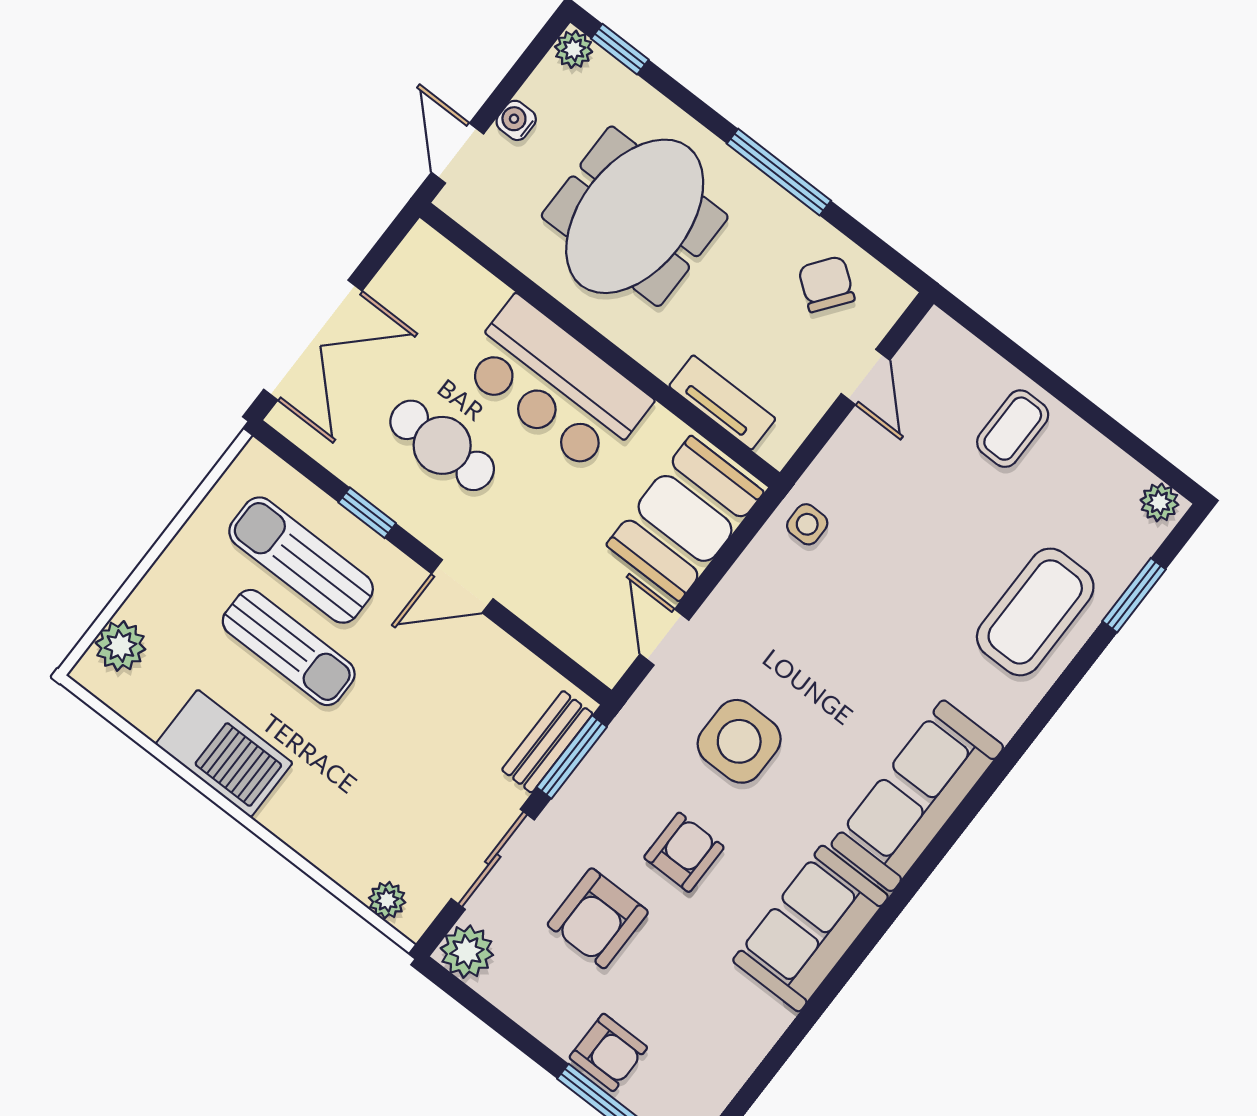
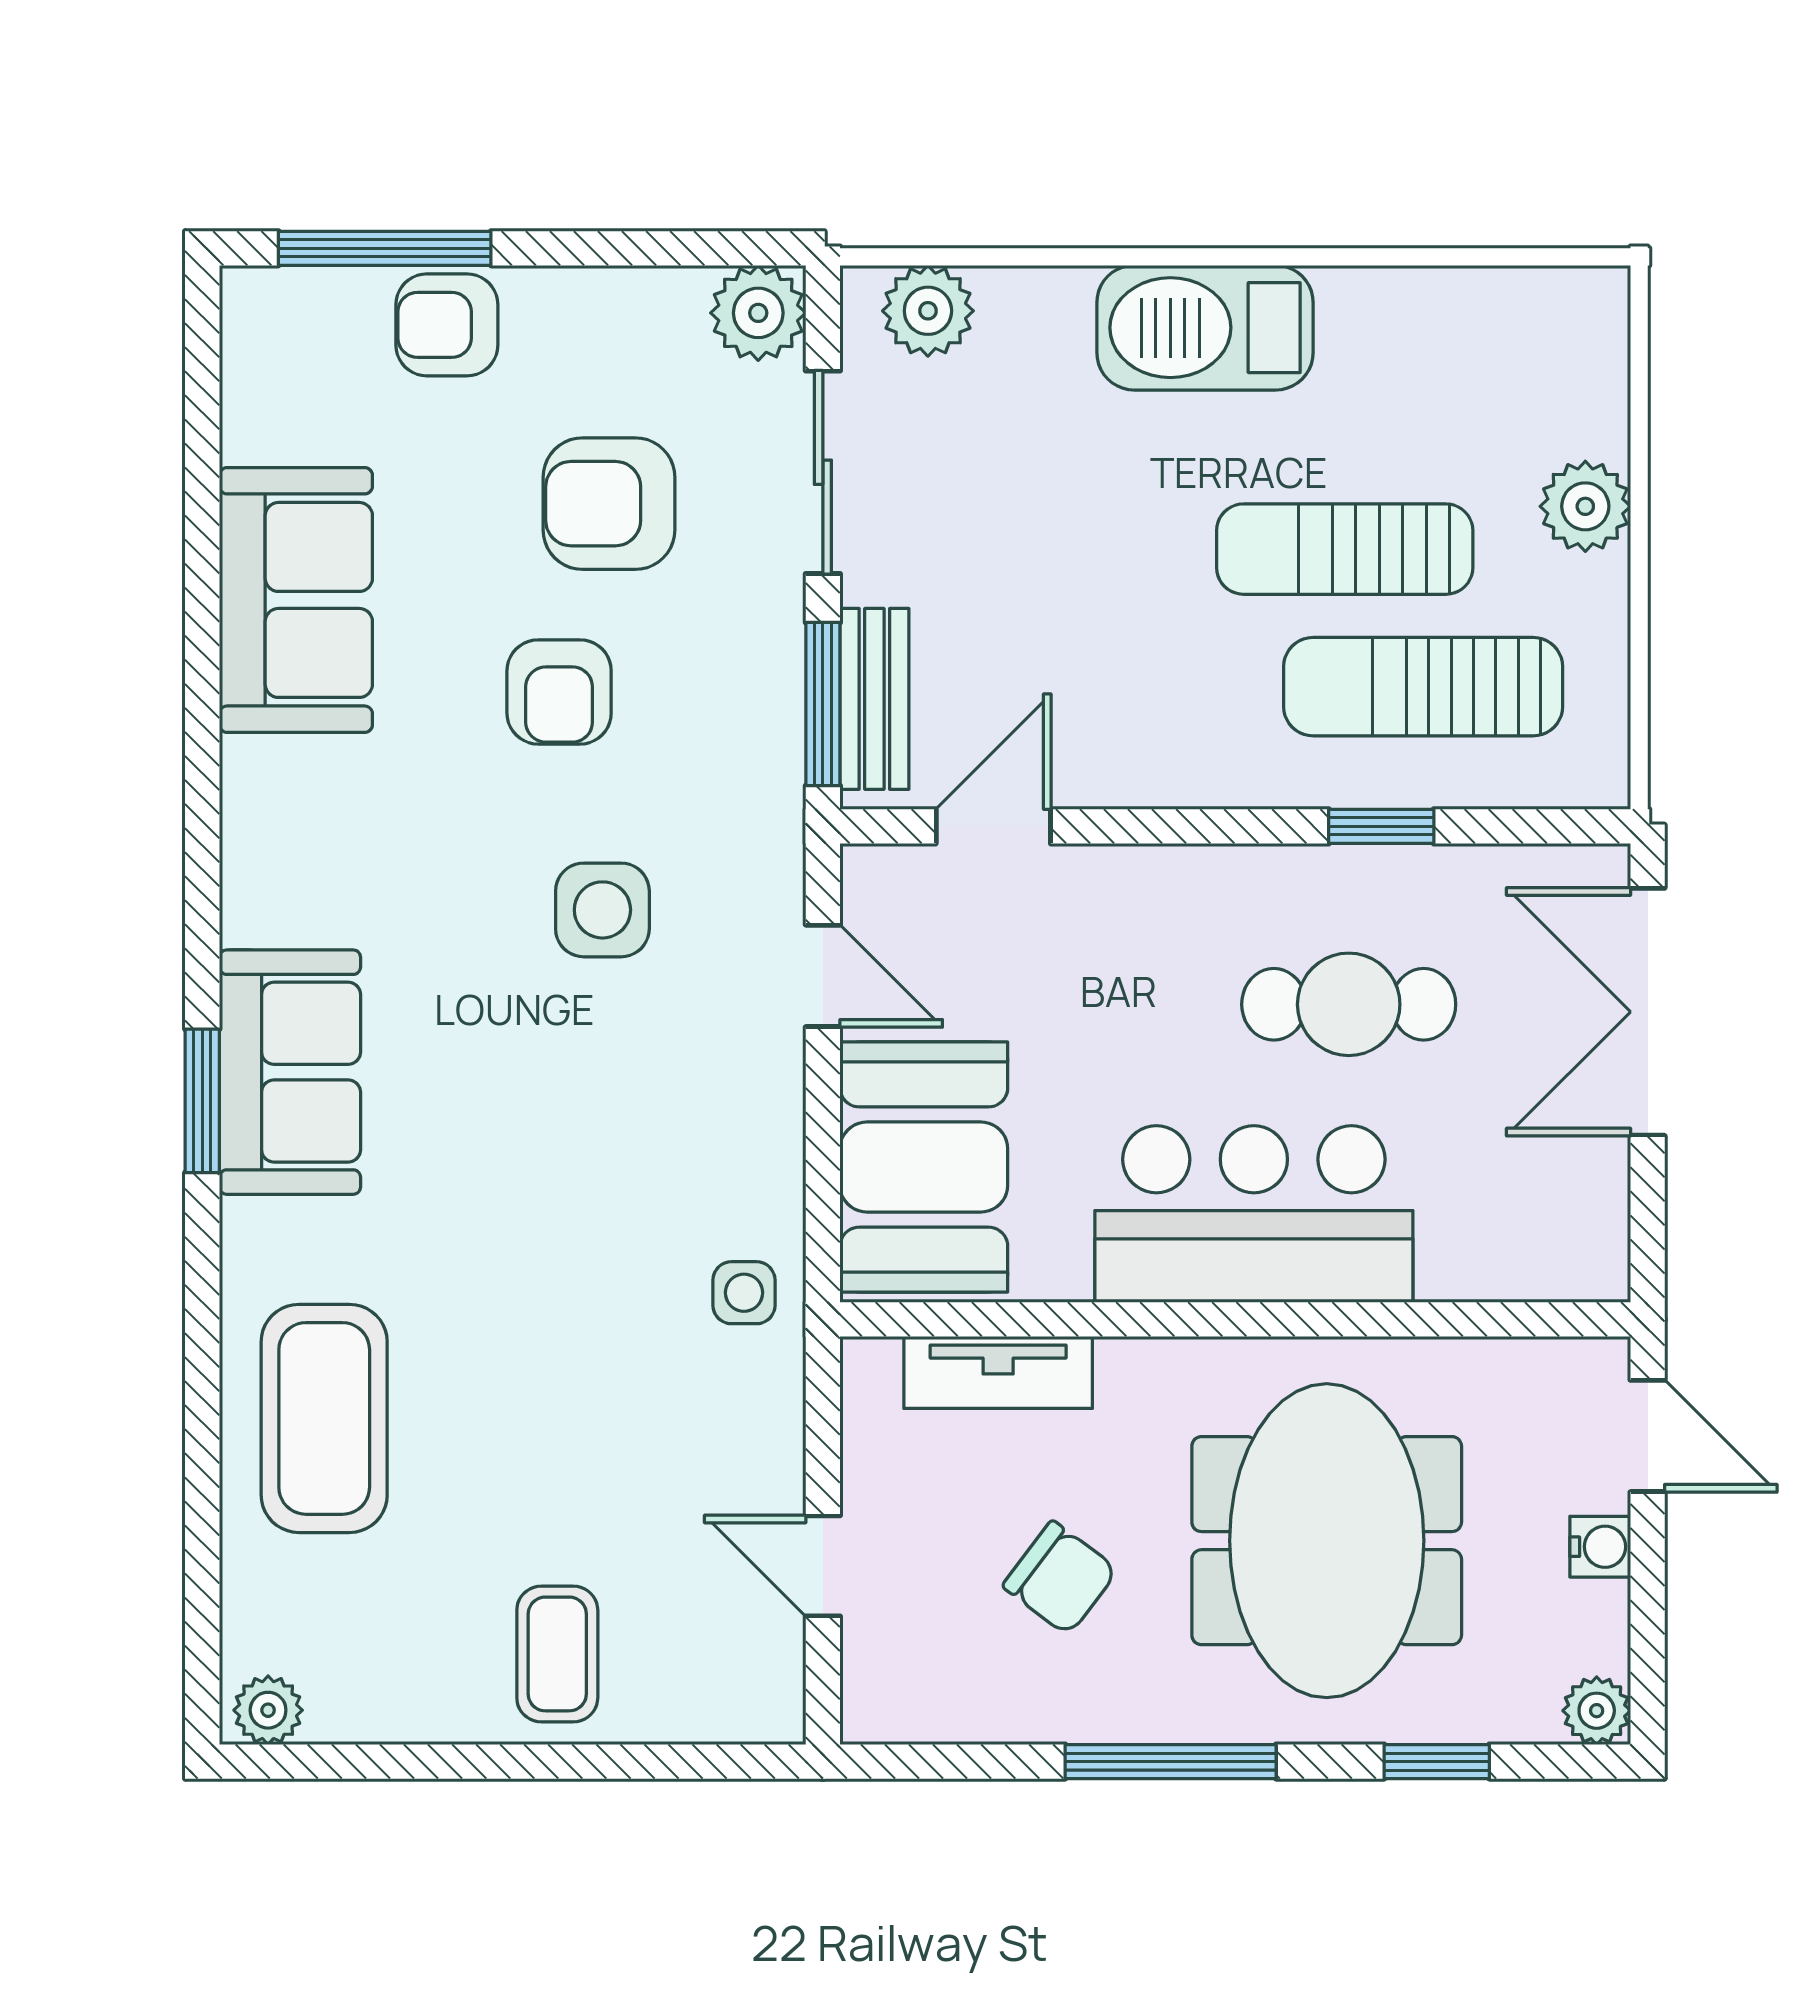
window: (620, 49) -> (1437, 1762), moved
chair: (826, 284) -> (1060, 1578), moved
sun lounger: (301, 560) -> (1423, 687), turned 180
door: (462, 586) -> (993, 826), moved
window: (1134, 595) -> (202, 1101), moved
plant: (120, 646) -> (1585, 506), moved
side table: (739, 741) -> (602, 910), width x0.73, depth x0.73
barbecue: (224, 753) -> (1205, 328), moved
sofa: (917, 796) -> (290, 1072), width x0.73
plant: (387, 900) -> (928, 311), width x1.38, depth x1.38
armchair: (598, 918) -> (609, 504), turned -90
sofa: (810, 929) -> (296, 600), moved

